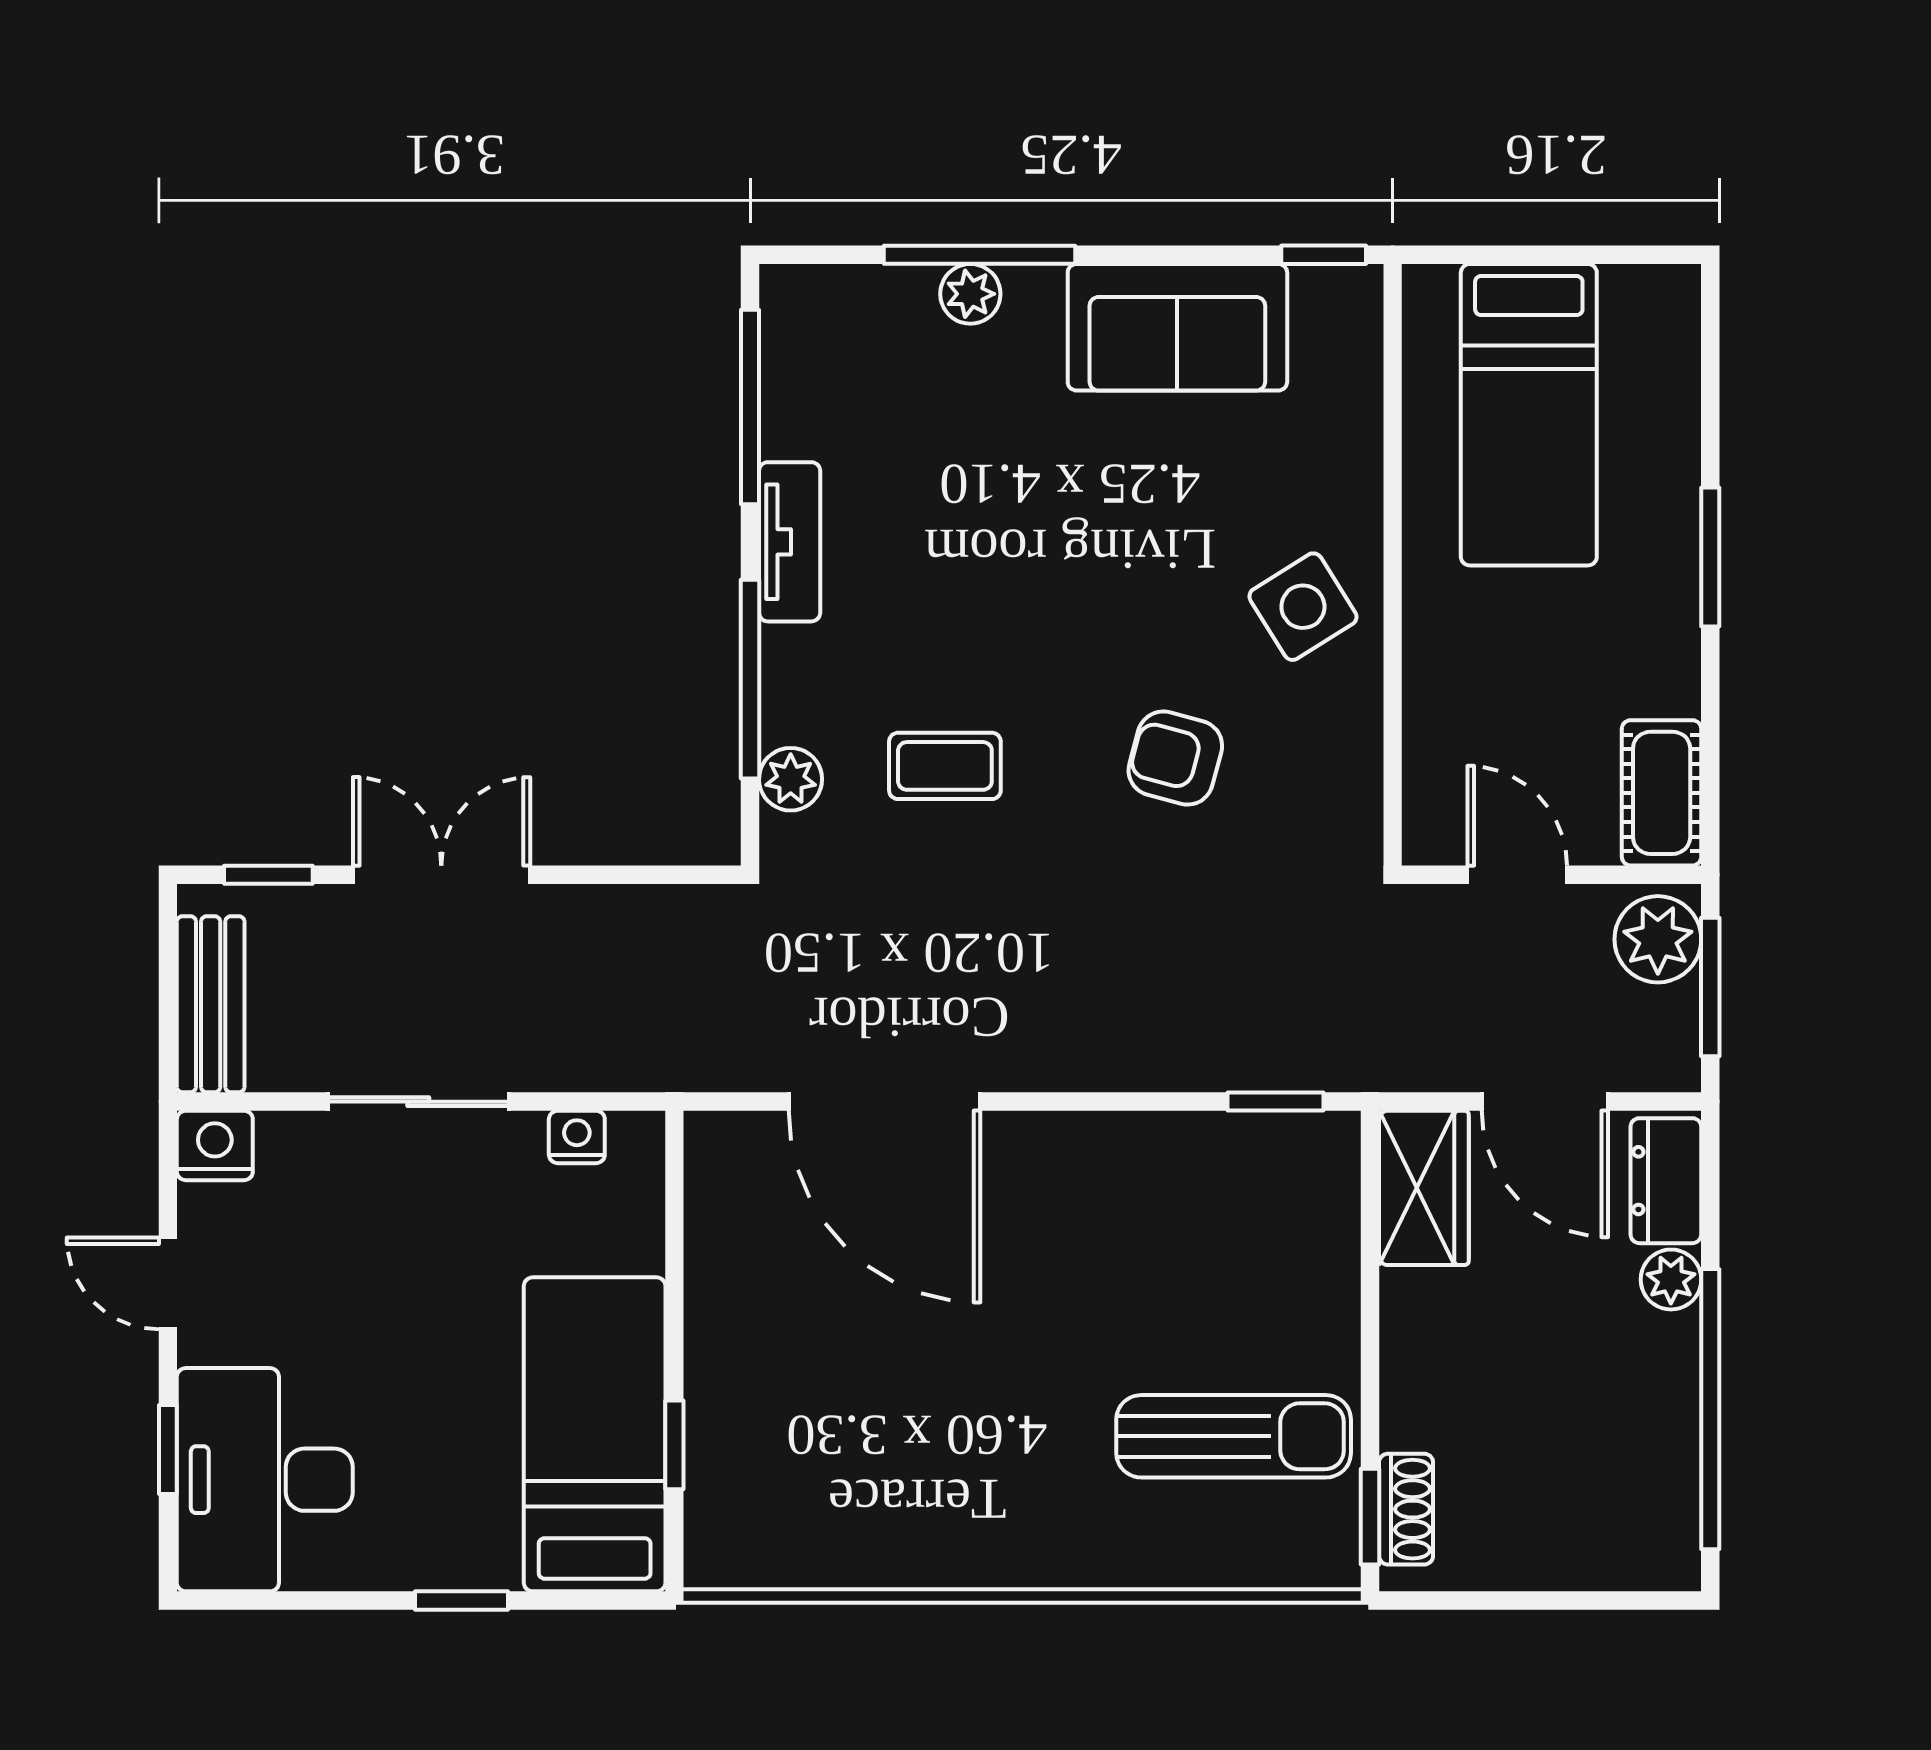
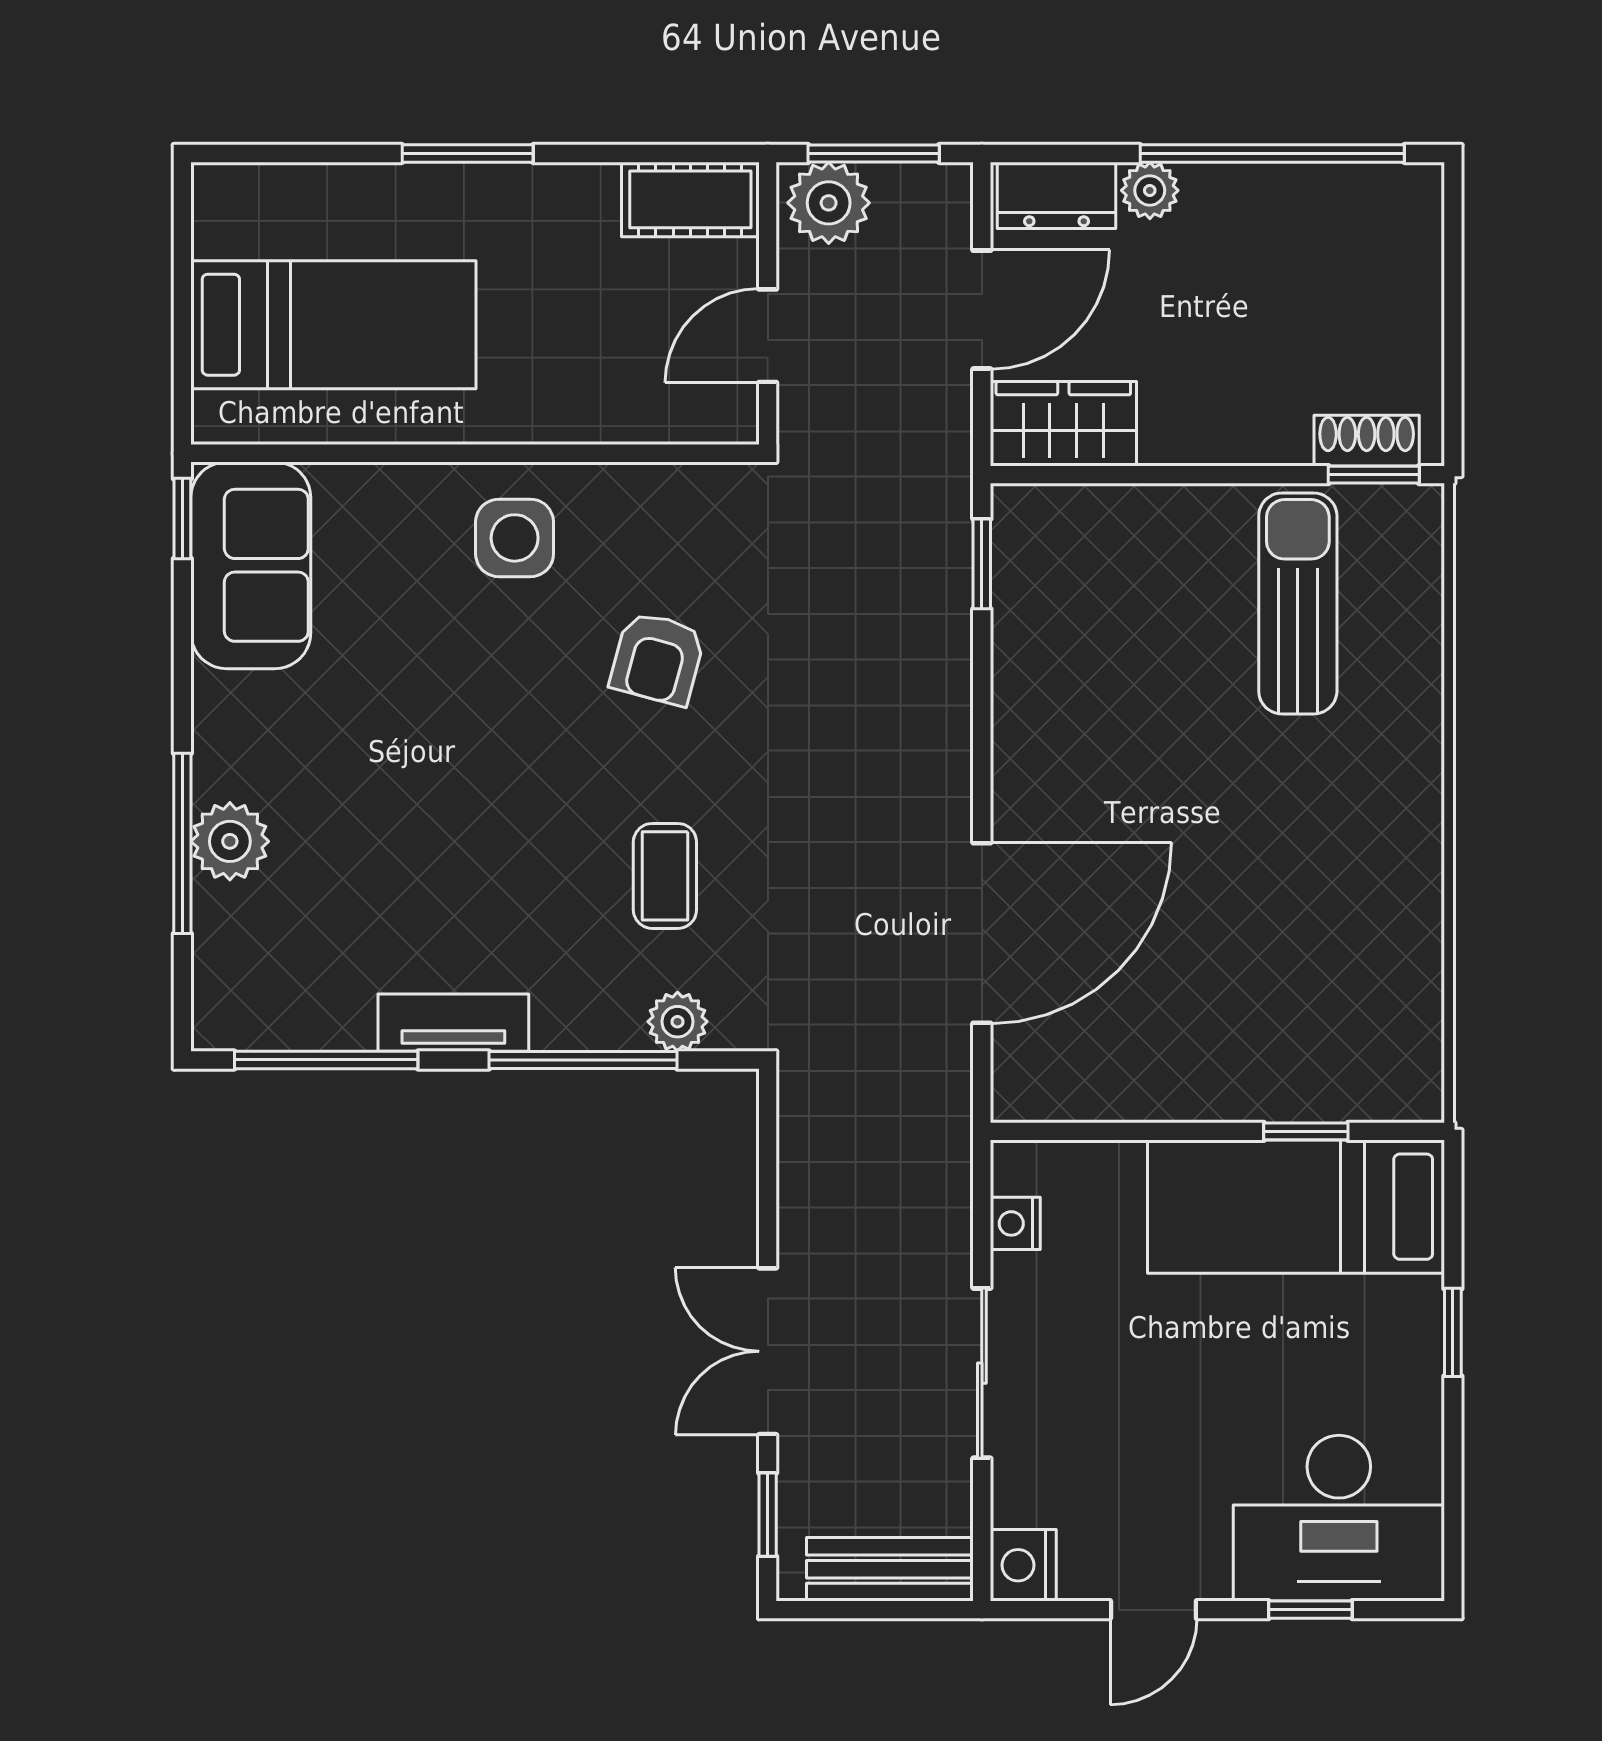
plant: (970, 294) -> (230, 841), width x1.38, depth x1.38
sofa: (1177, 327) -> (251, 565), moved
side table: (1303, 607) -> (515, 538), turned 32

